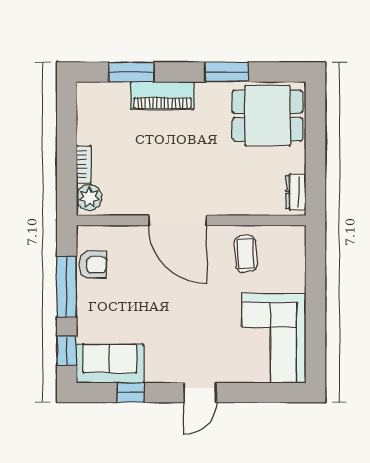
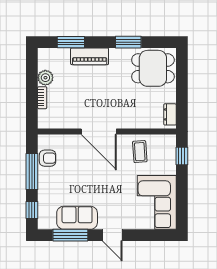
plant: (89, 198) -> (45, 78), moved
window: (316, 261) -> (182, 156), added
sofa: (110, 364) -> (77, 218), moved
window: (130, 393) -> (70, 235), width x2.17
door: (200, 393) -> (112, 235), hinge flipped

